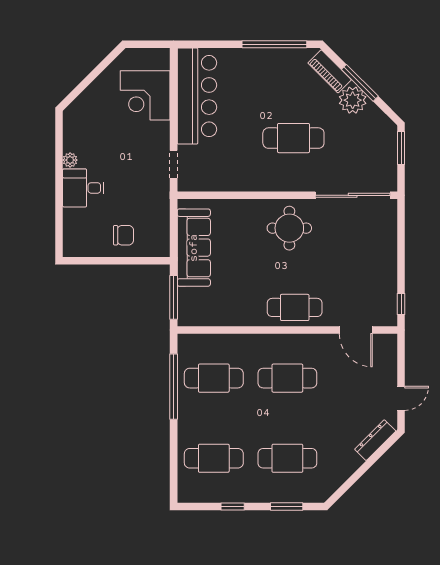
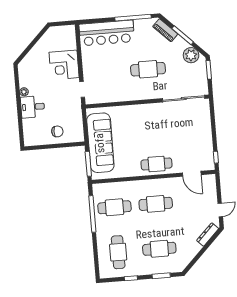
corner desk: (145, 95) -> (64, 65), moved
bar counter: (197, 96) -> (107, 33), moved, turned 90
plant: (353, 100) -> (191, 55), moved
round table: (289, 228) -> (150, 120), removed
sofa: (194, 248) -> (100, 143), width x1.36, depth x1.27
cafe table: (214, 458) -> (118, 252), turned 90

